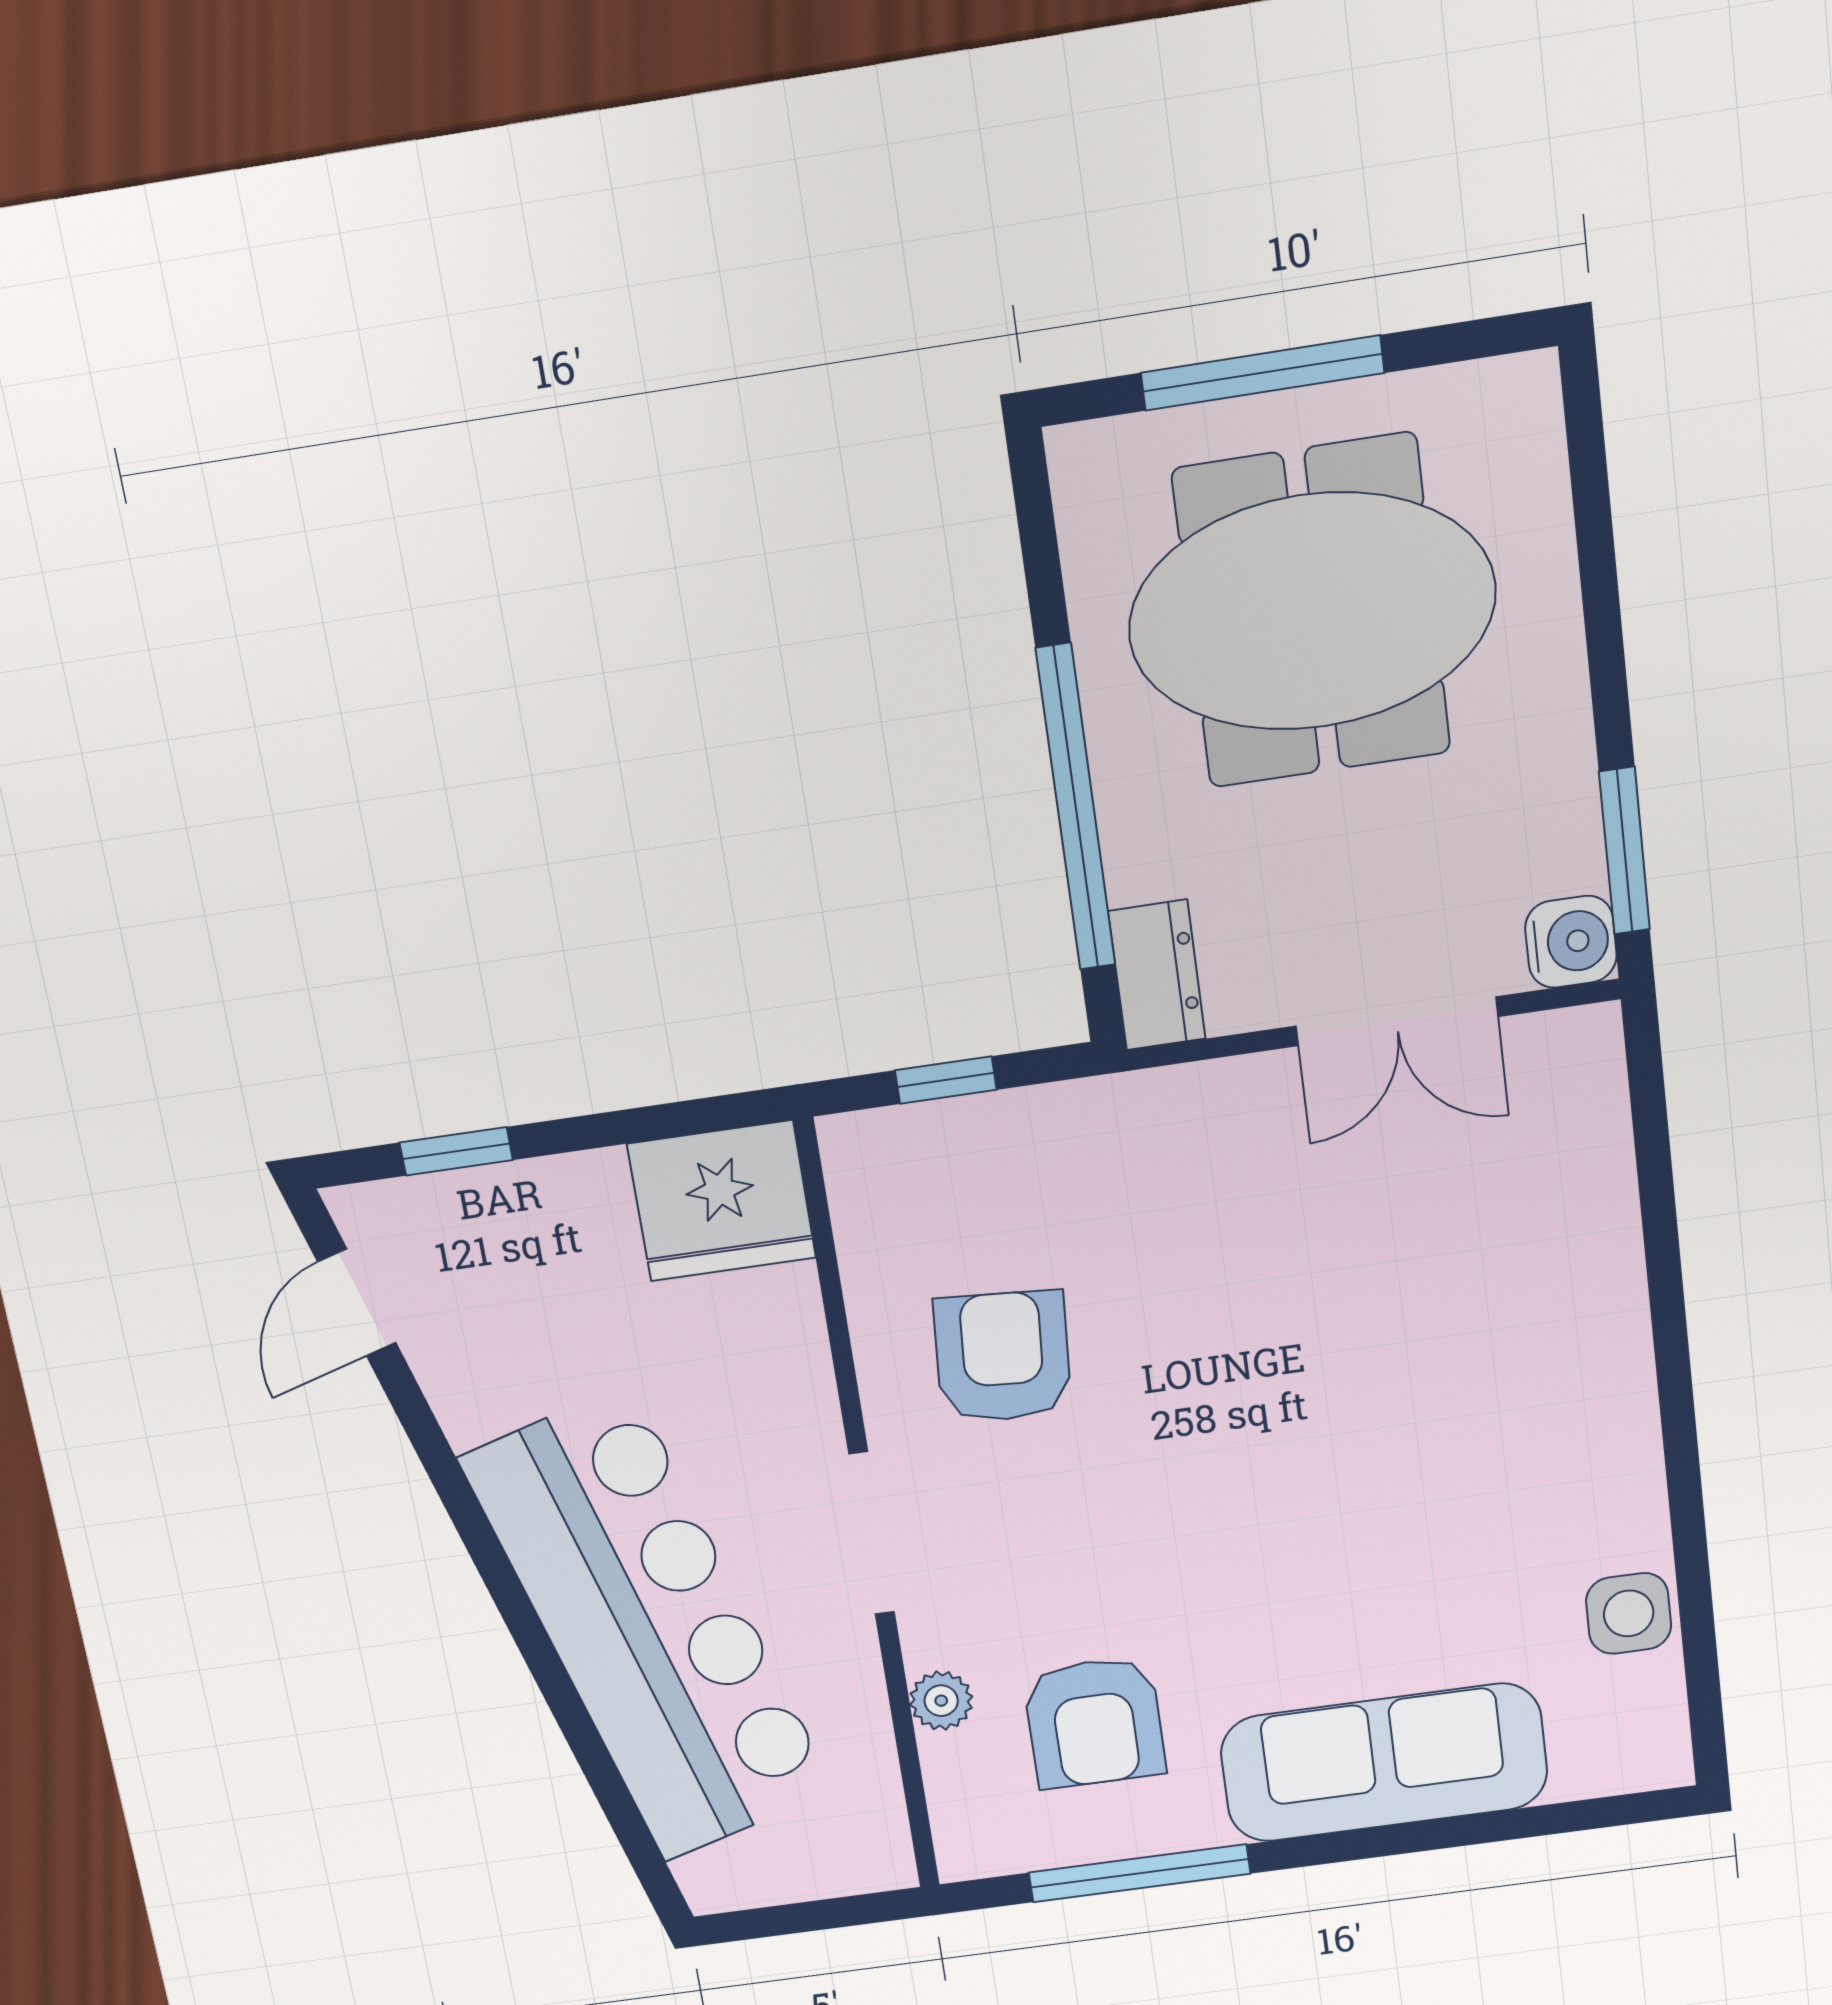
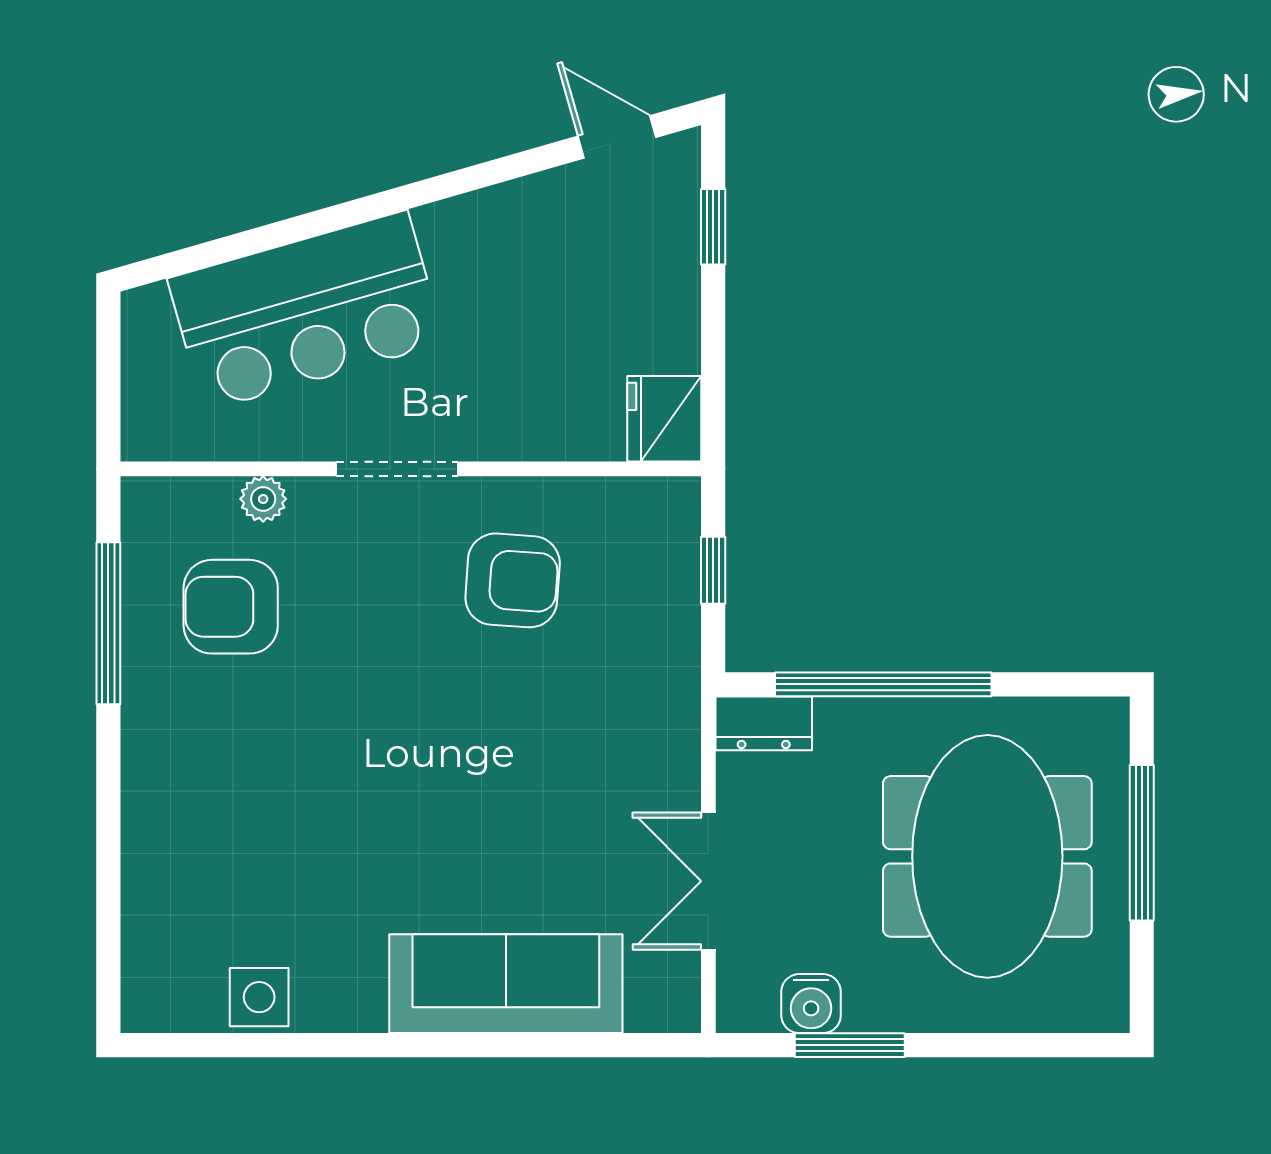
window: (1624, 851) -> (850, 1045), moved
water cooler: (1571, 942) -> (811, 1004), moved
fridge: (722, 1201) -> (664, 419), width x0.73, depth x0.75
bar counter: (648, 1626) -> (306, 311), width x0.73
sofa: (1384, 1763) -> (506, 984), moved, turned -90

